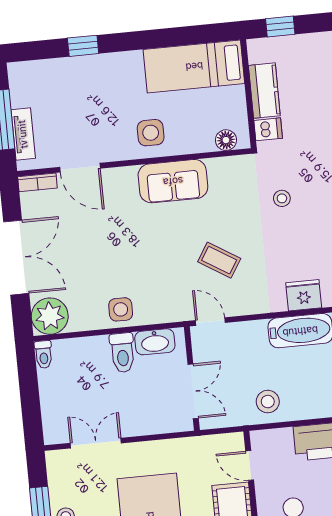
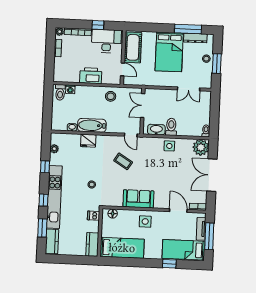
window: (280, 26) -> (82, 260), removed
bed: (56, 82) -> (183, 250), added
kitchen counter: (264, 91) -> (92, 244), moved

